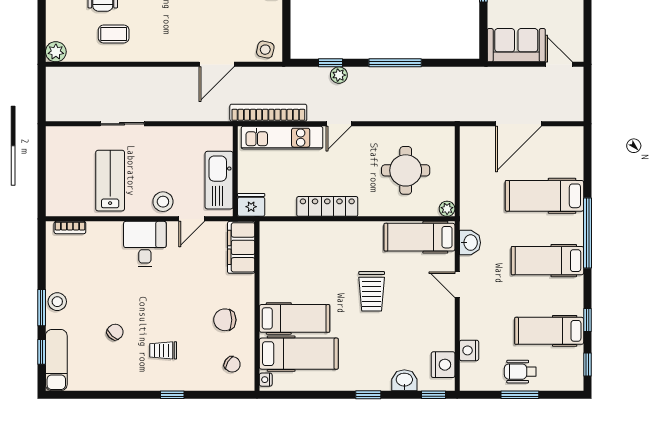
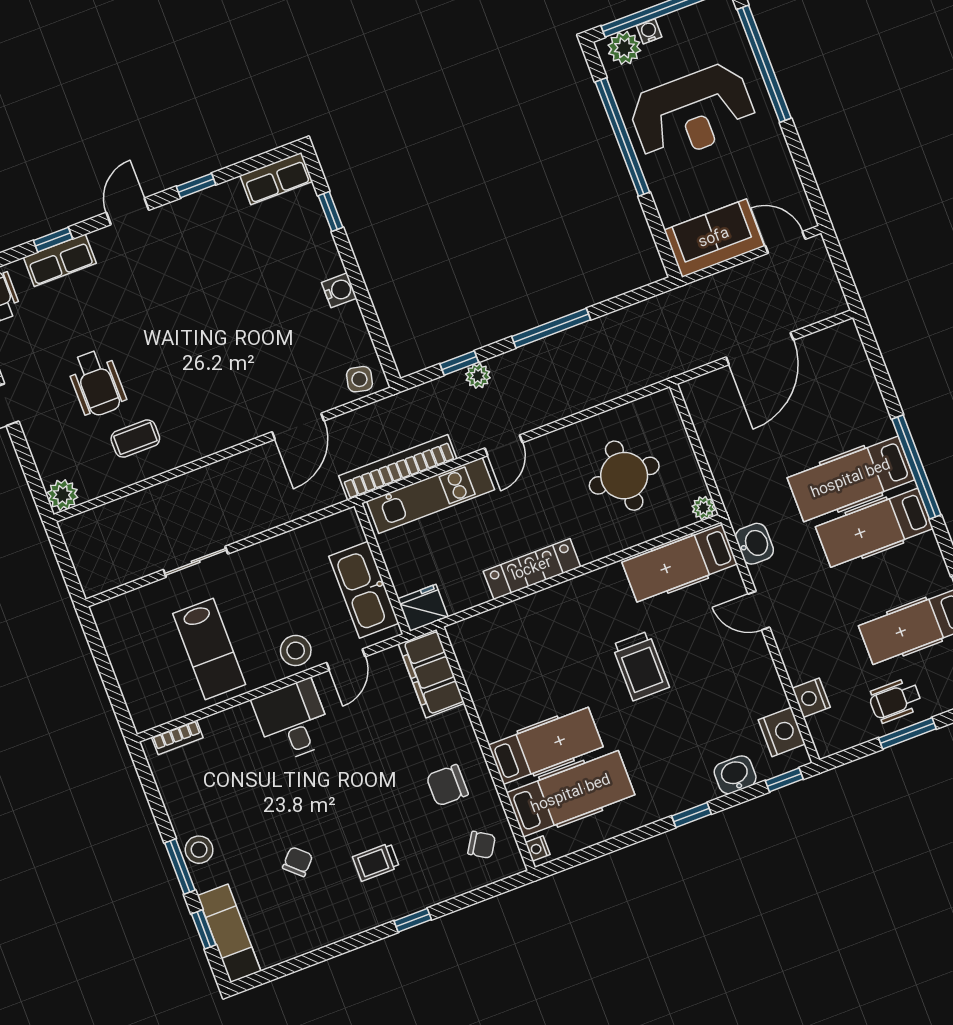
lab bench: (110, 181) -> (209, 649), turned 180
hospital bed: (544, 196) -> (851, 479), moved

